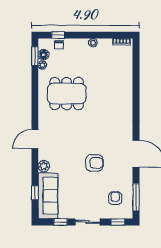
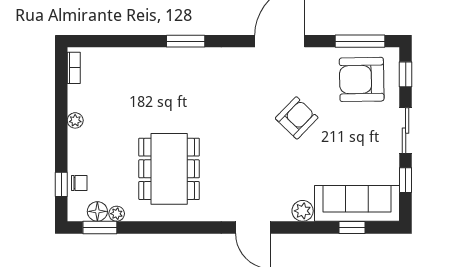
window: (136, 103) -> (186, 41), added
armchair: (94, 163) -> (297, 118), turned 44
armchair: (115, 198) -> (362, 79), width x1.88, depth x1.88

